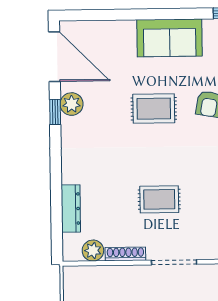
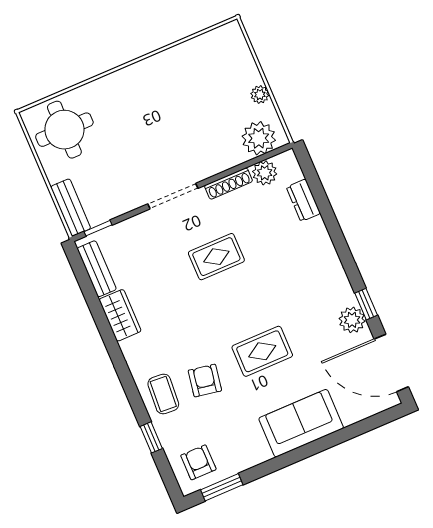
sofa: (170, 38) -> (301, 423), moved
dresser: (71, 209) -> (303, 200), width x0.70
plant: (86, 280) -> (259, 138), added

